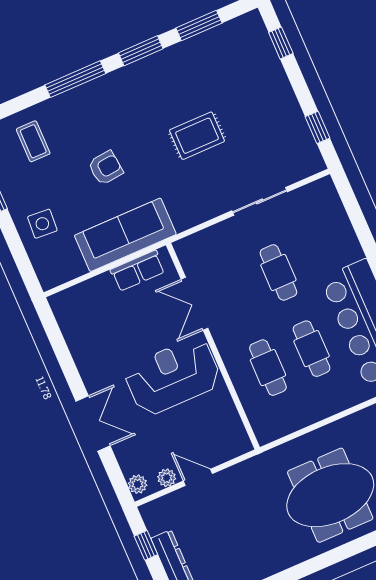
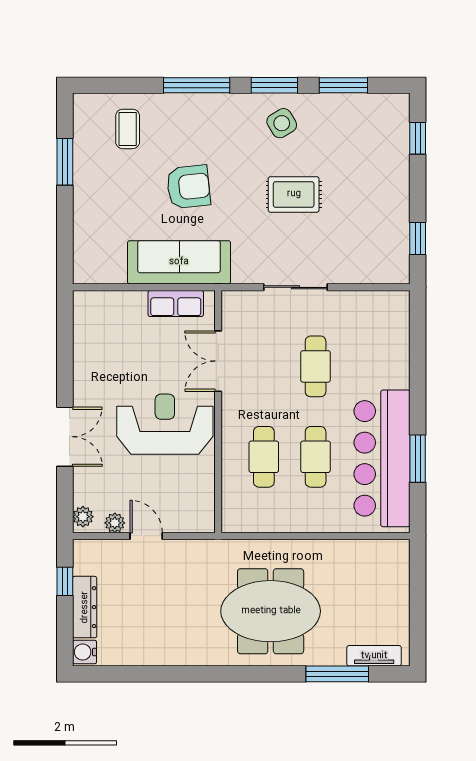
armchair: (106, 168) -> (188, 187), width x1.38, depth x1.38
sliding door: (260, 201) -> (295, 287), moved
side table: (42, 224) -> (282, 123), moved, turned -35

